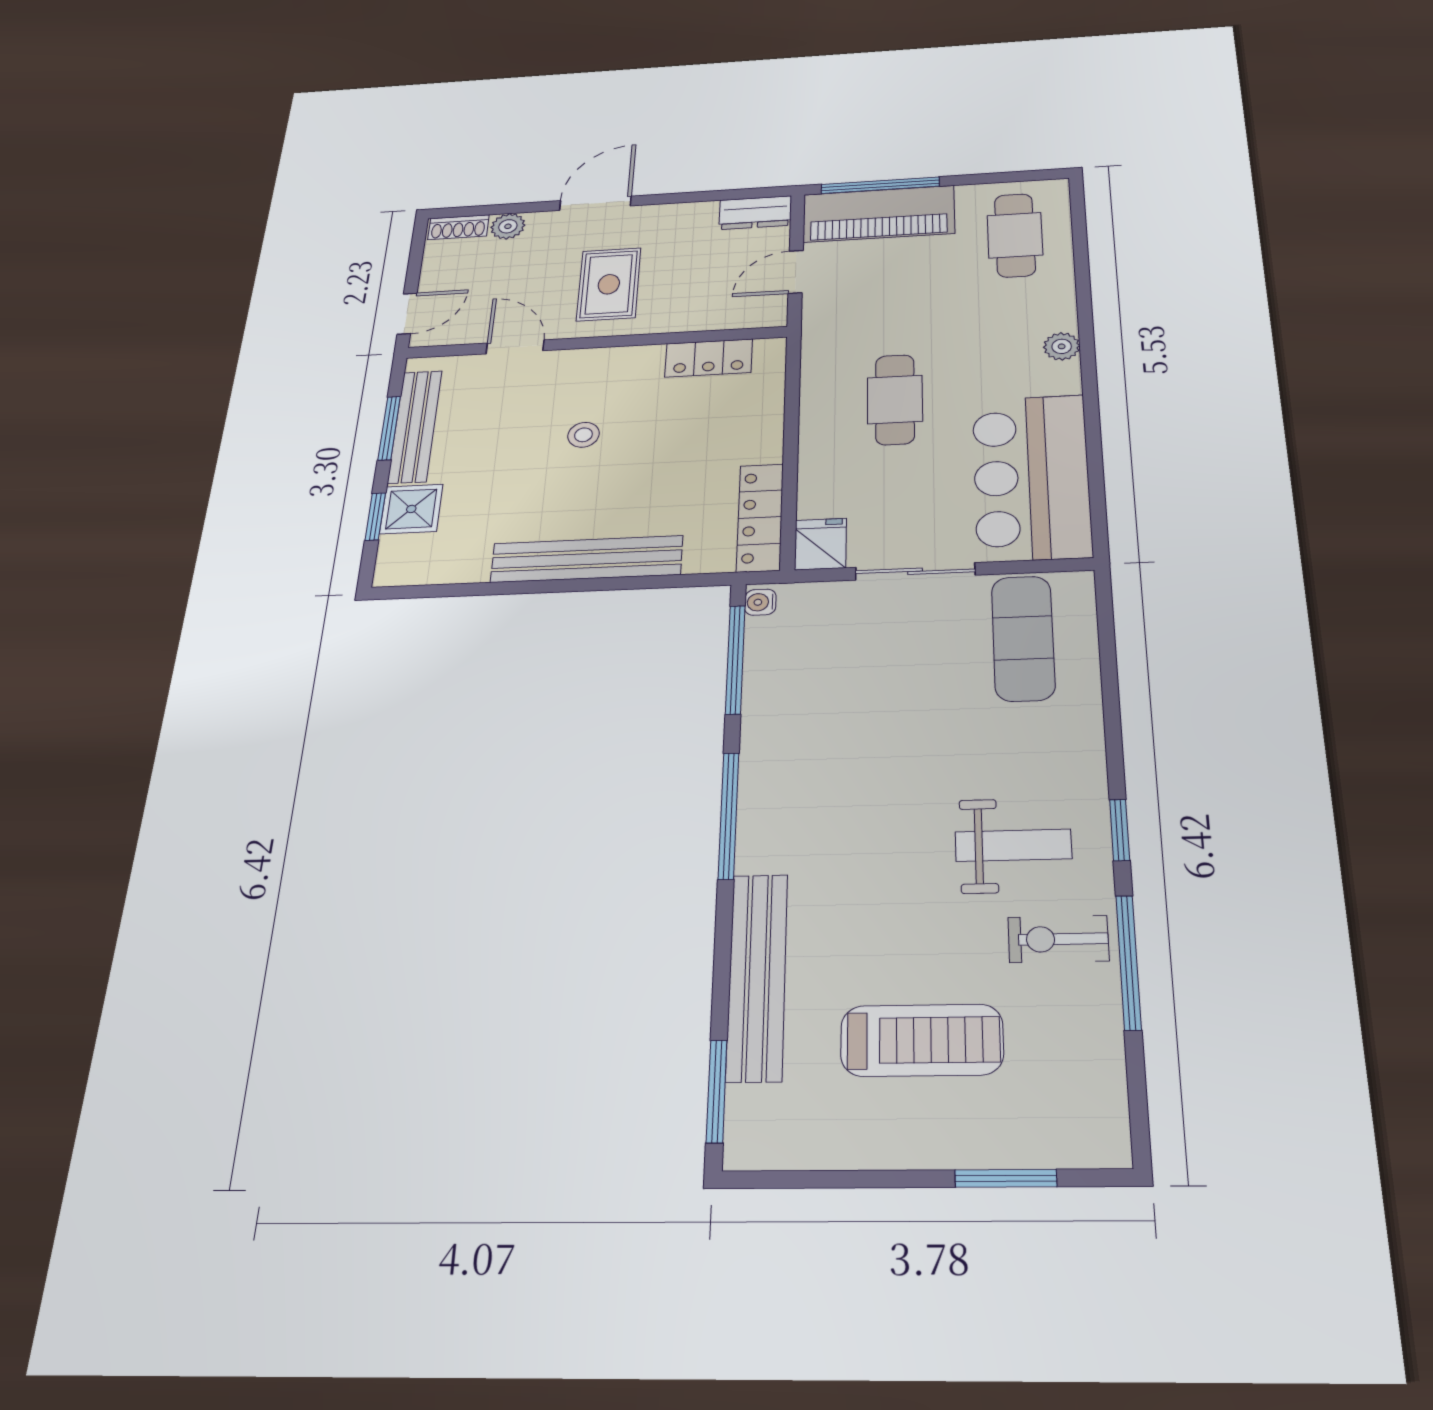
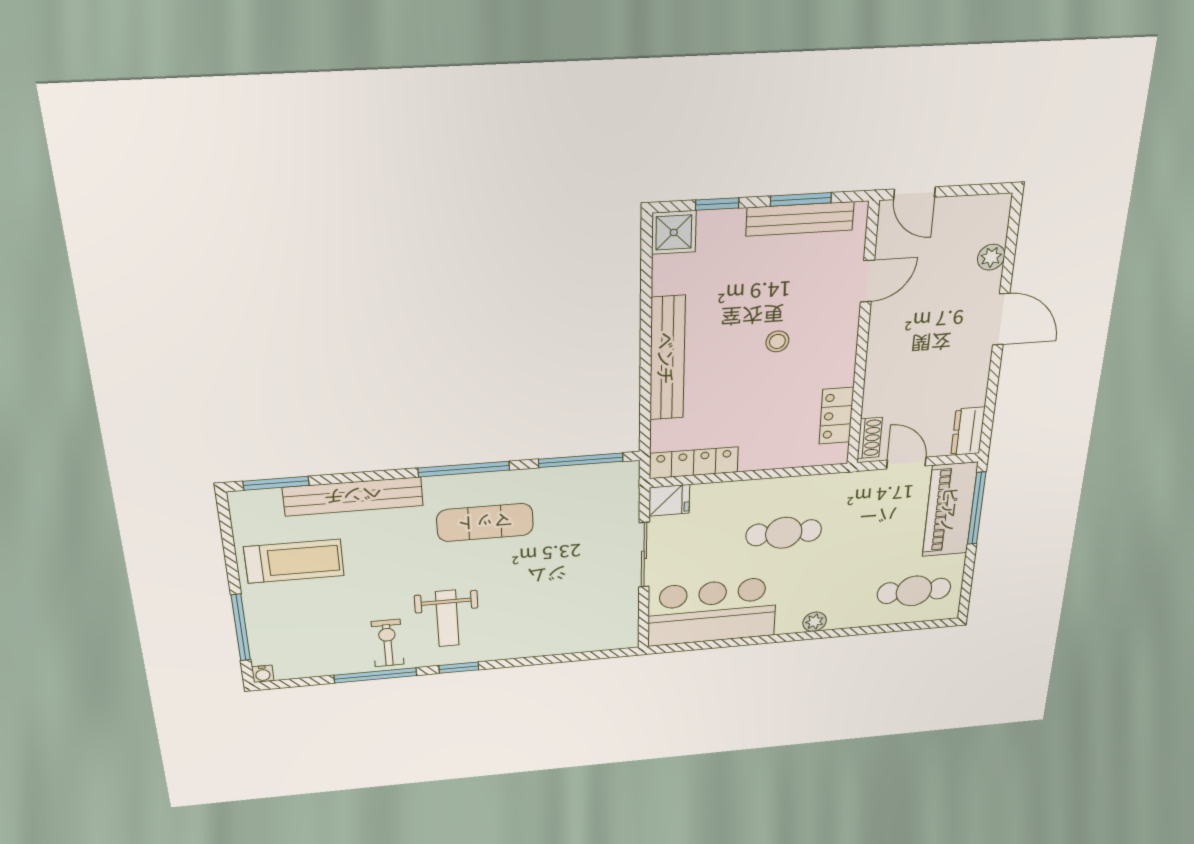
shoe rack: (458, 227) -> (870, 438), moved, turned 180
rug: (609, 284) -> (918, 340), removed
shower: (411, 509) -> (674, 232), moved
water cooler: (760, 602) -> (263, 674), moved, turned 180
exercise mat: (1023, 638) -> (485, 523), moved
treadmill: (922, 1040) -> (294, 561), moved, turned -90
window: (1006, 1178) -> (241, 628), width x1.44

